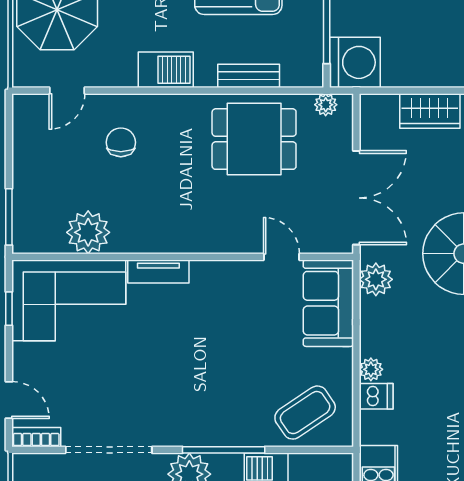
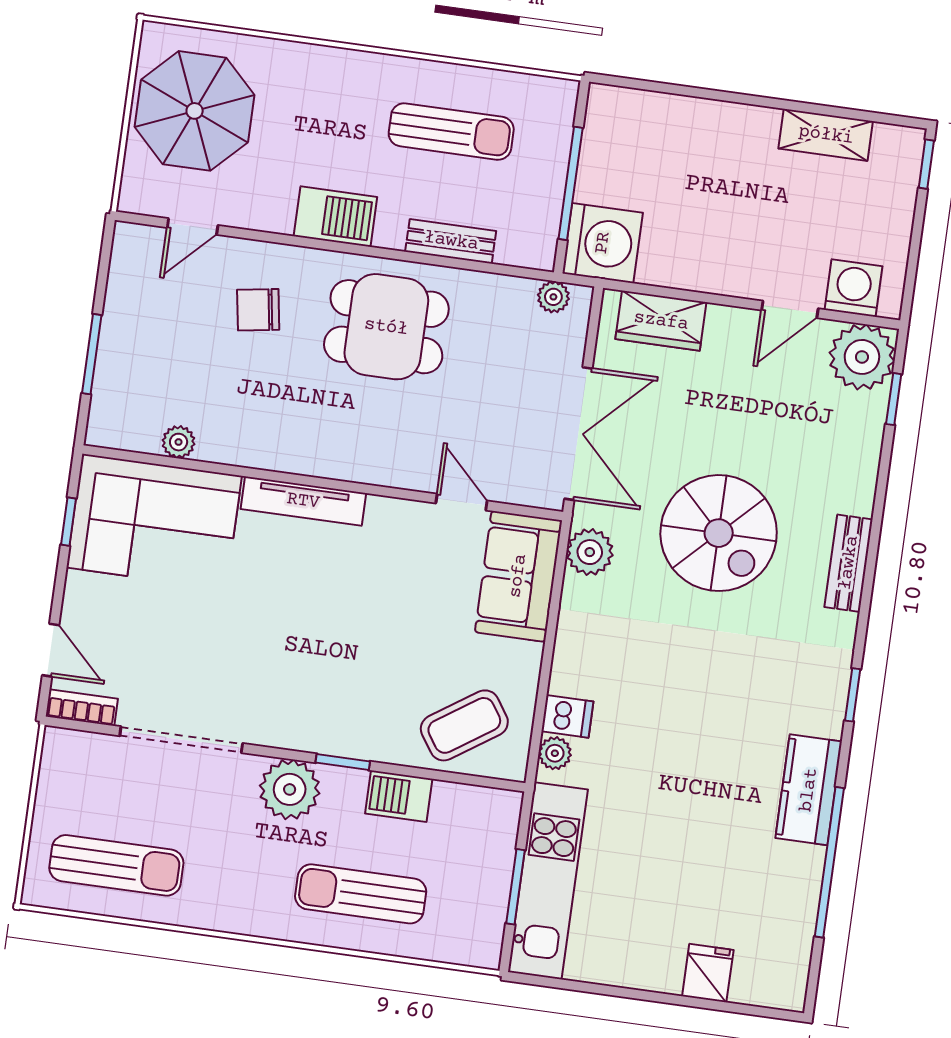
wardrobe: (430, 111) -> (661, 321), moved
dining table: (254, 139) -> (386, 327), moved
chair: (121, 142) -> (258, 310), turned -99
window: (9, 217) -> (92, 354), moved
plant: (88, 232) -> (179, 442), width x0.53, depth x0.53
tv unit: (158, 271) -> (303, 501), width x1.41
plant: (371, 369) -> (555, 753), moved
window: (224, 450) -> (343, 762), width x0.46

